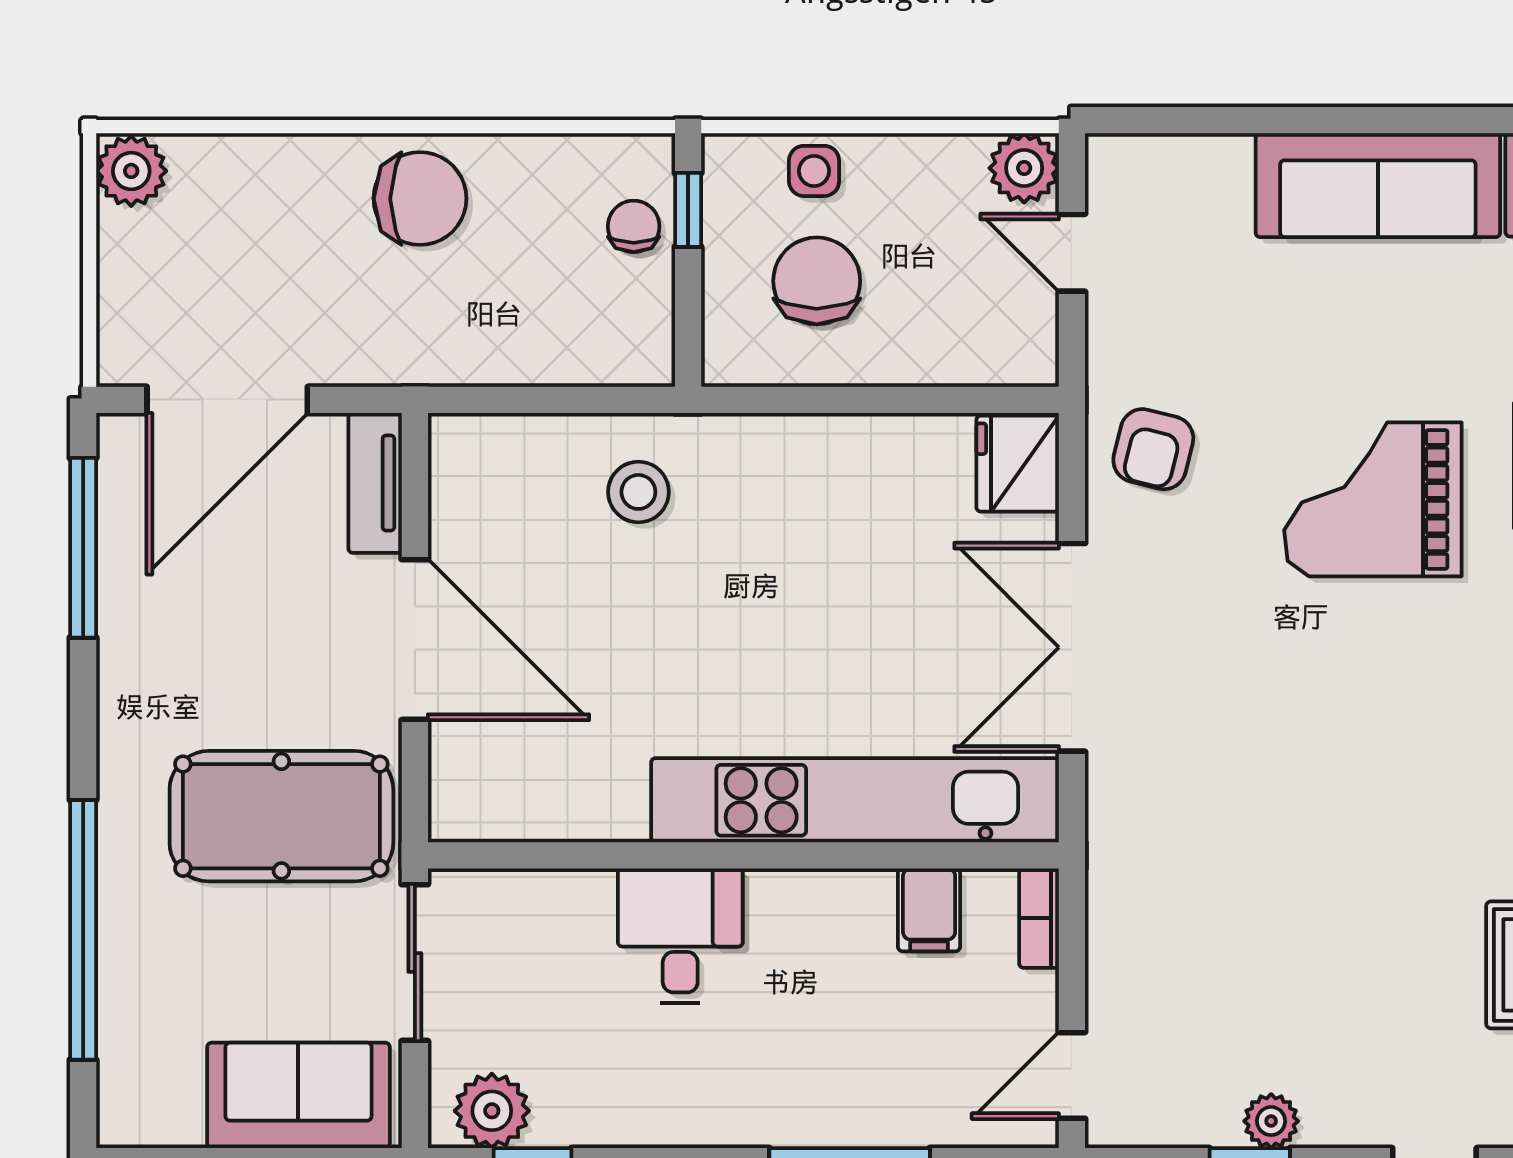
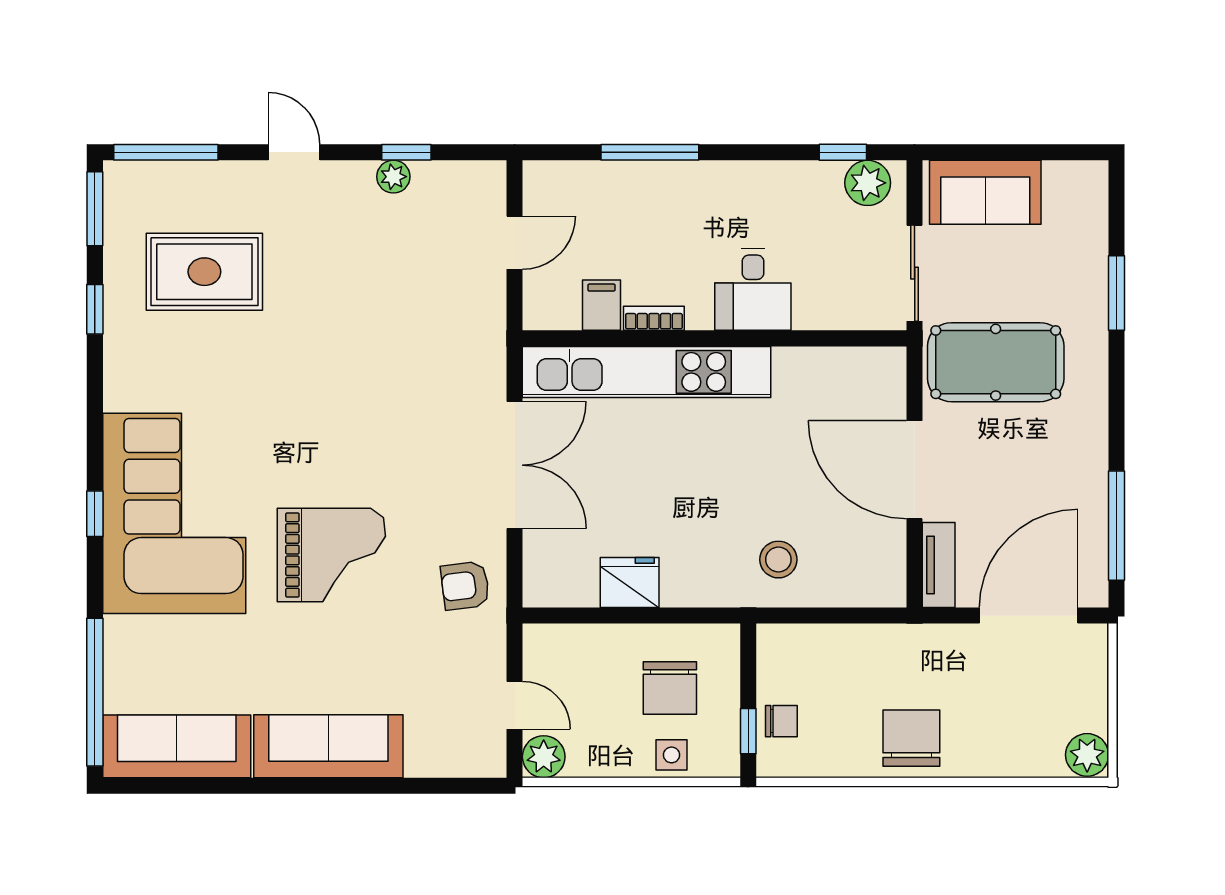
chair: (420, 199) -> (911, 738), turned 90
chair: (634, 226) -> (781, 721), turned -90
armchair: (1153, 449) -> (465, 586), turned -111
fridge: (1018, 464) -> (630, 582), moved, turned -90
bookcase: (1039, 918) -> (654, 318), moved, turned -90
window: (83, 930) -> (1116, 293), width x0.47
door: (1072, 1075) -> (515, 243), moved

